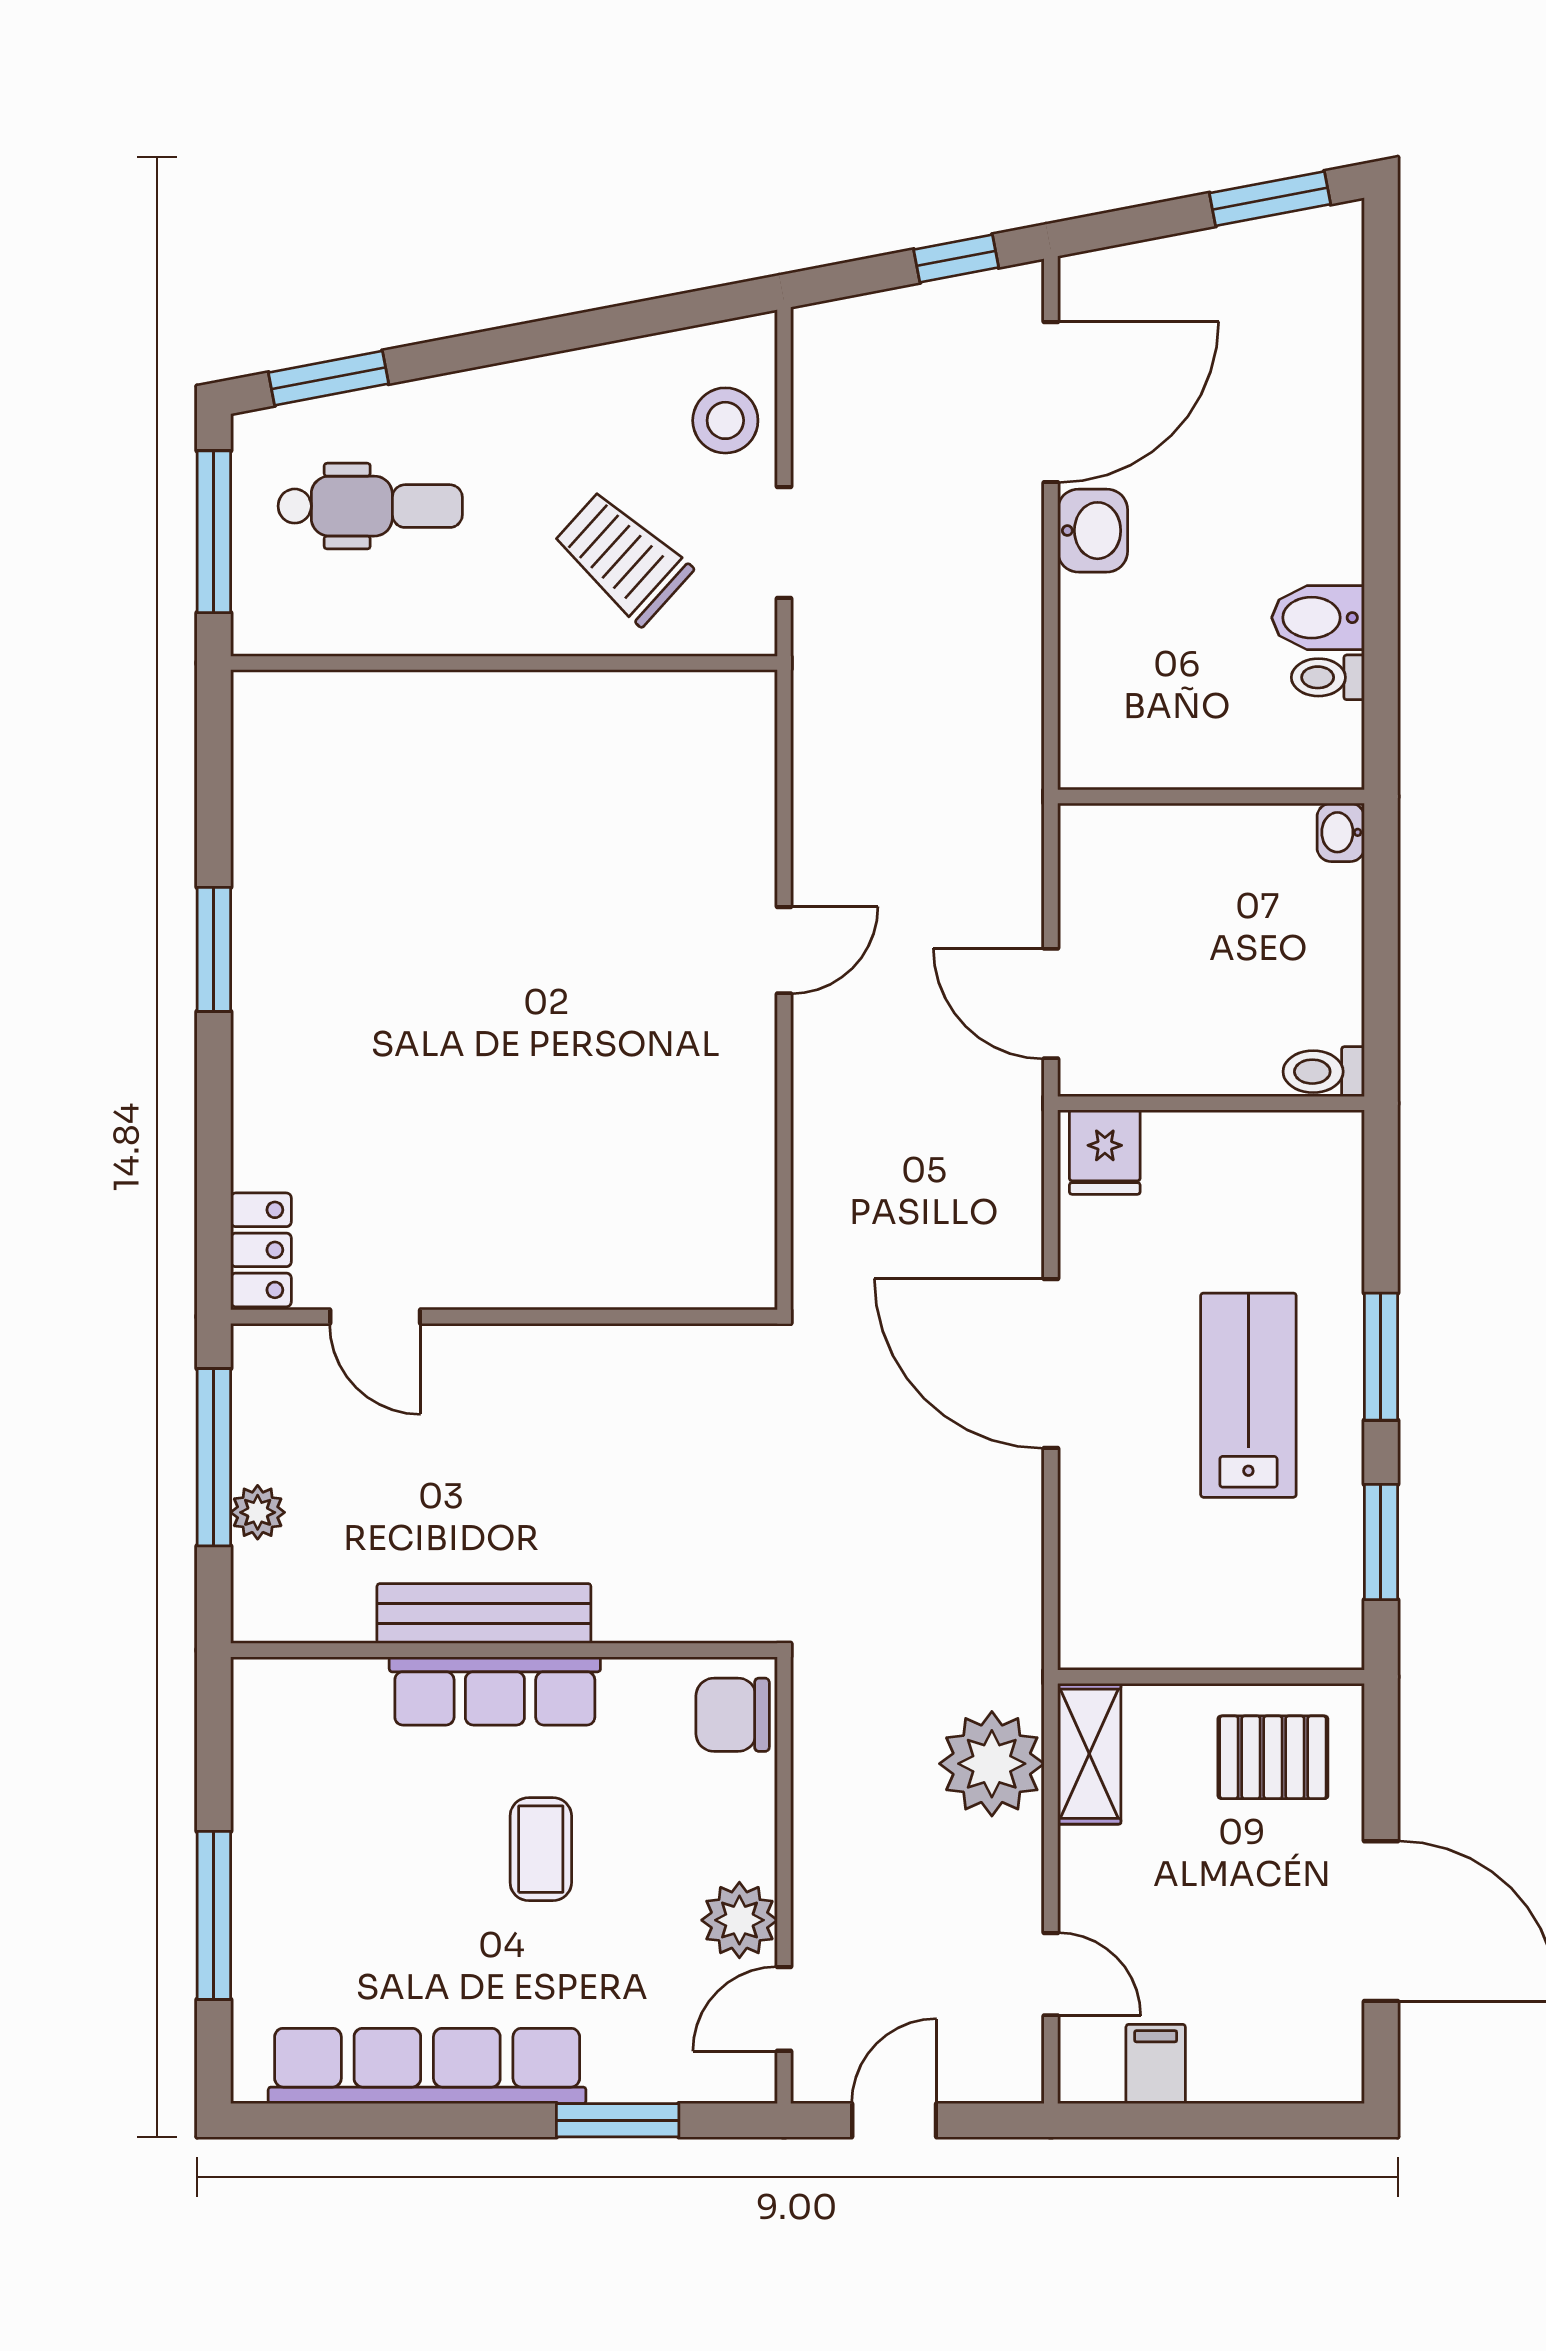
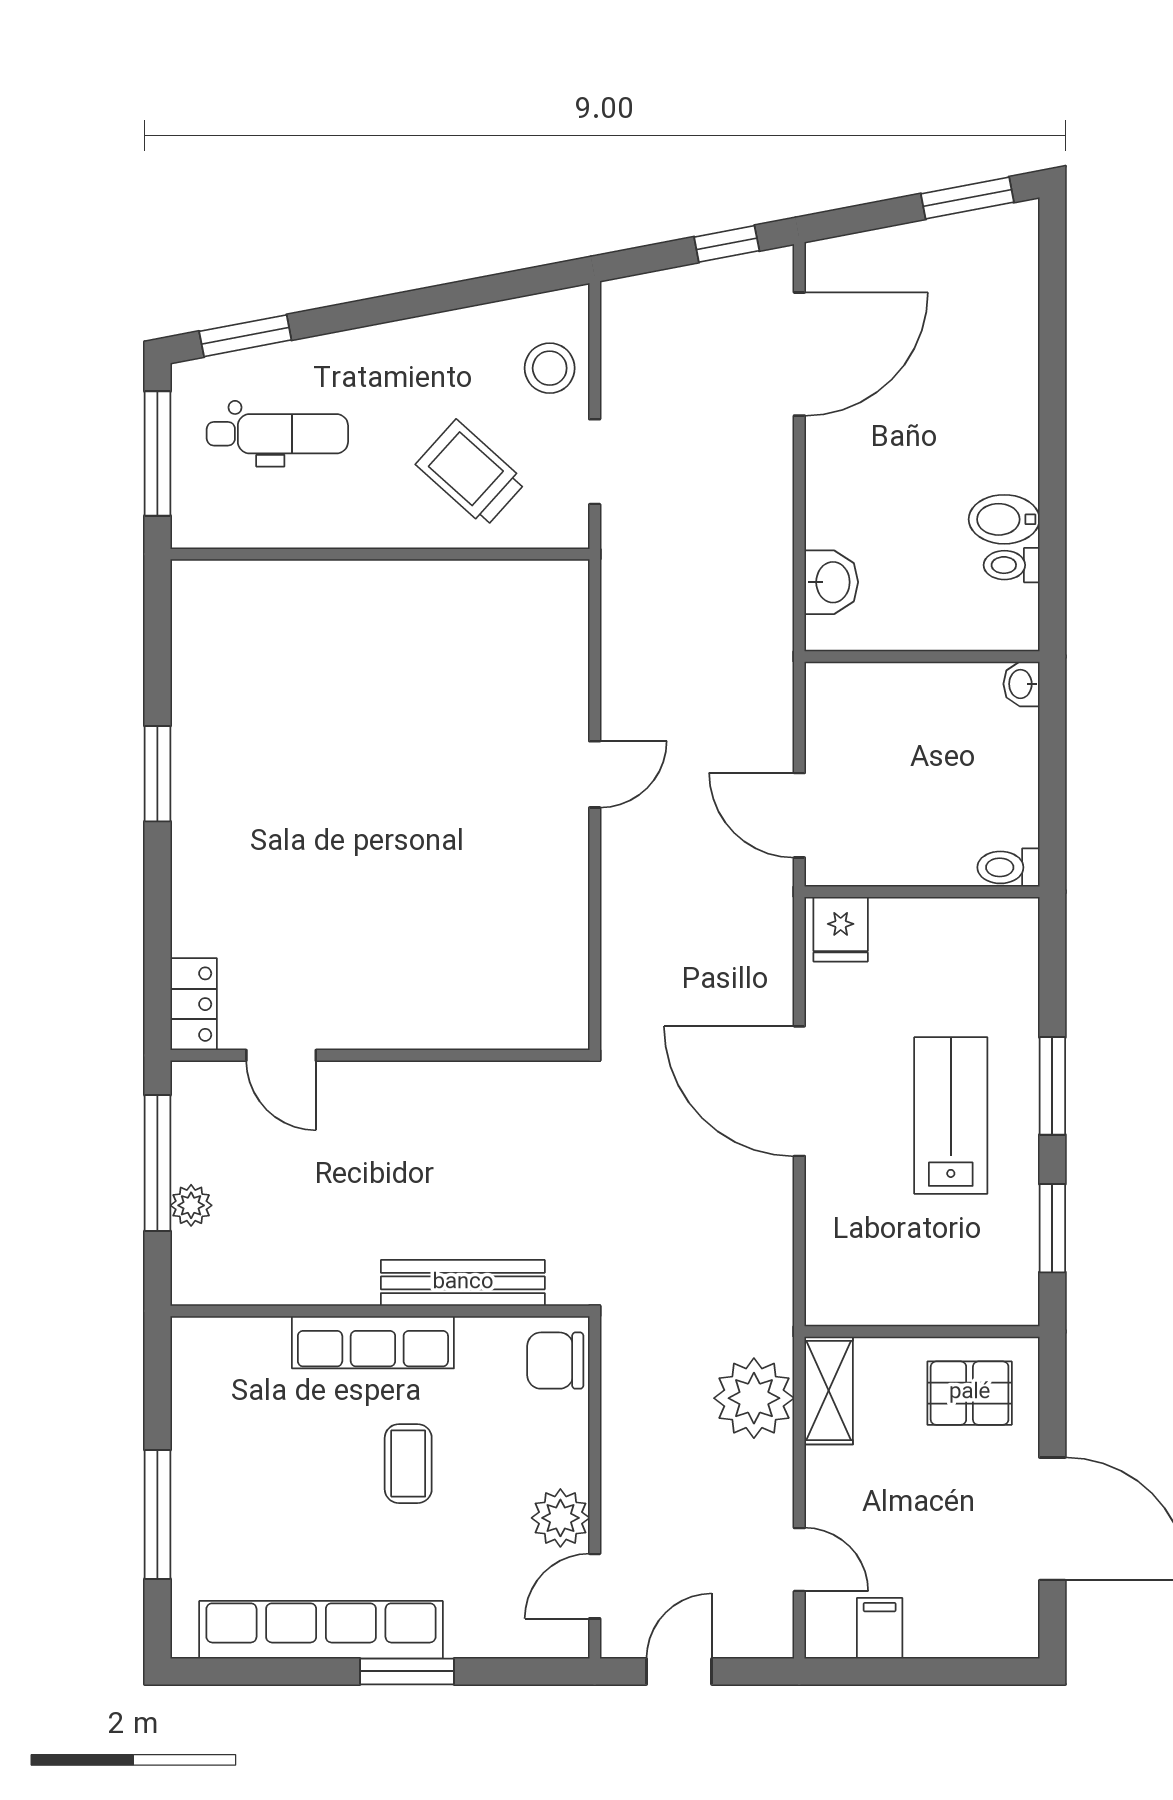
washbasin: (1093, 531) -> (831, 582), moved
bench: (484, 1613) -> (463, 1283), moved
window: (618, 2120) -> (407, 1671), moved

